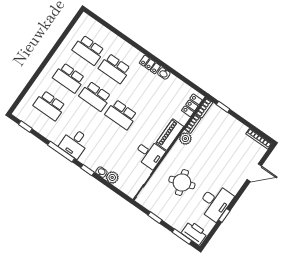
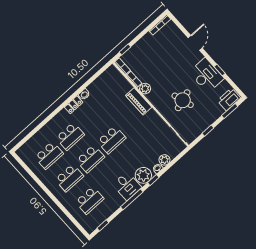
locker: (192, 105) -> (117, 76), removed
desk: (149, 154) -> (151, 123), removed
plant: (90, 158) -> (143, 175), added
door: (254, 173) -> (195, 43), moved

